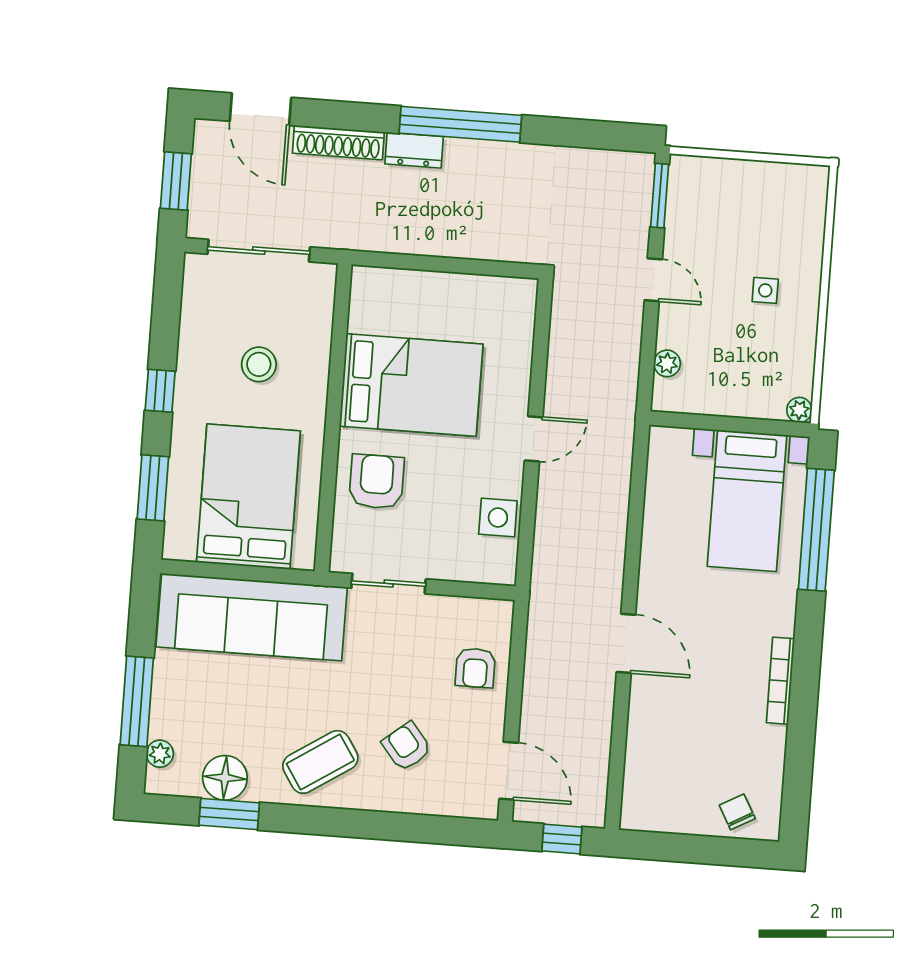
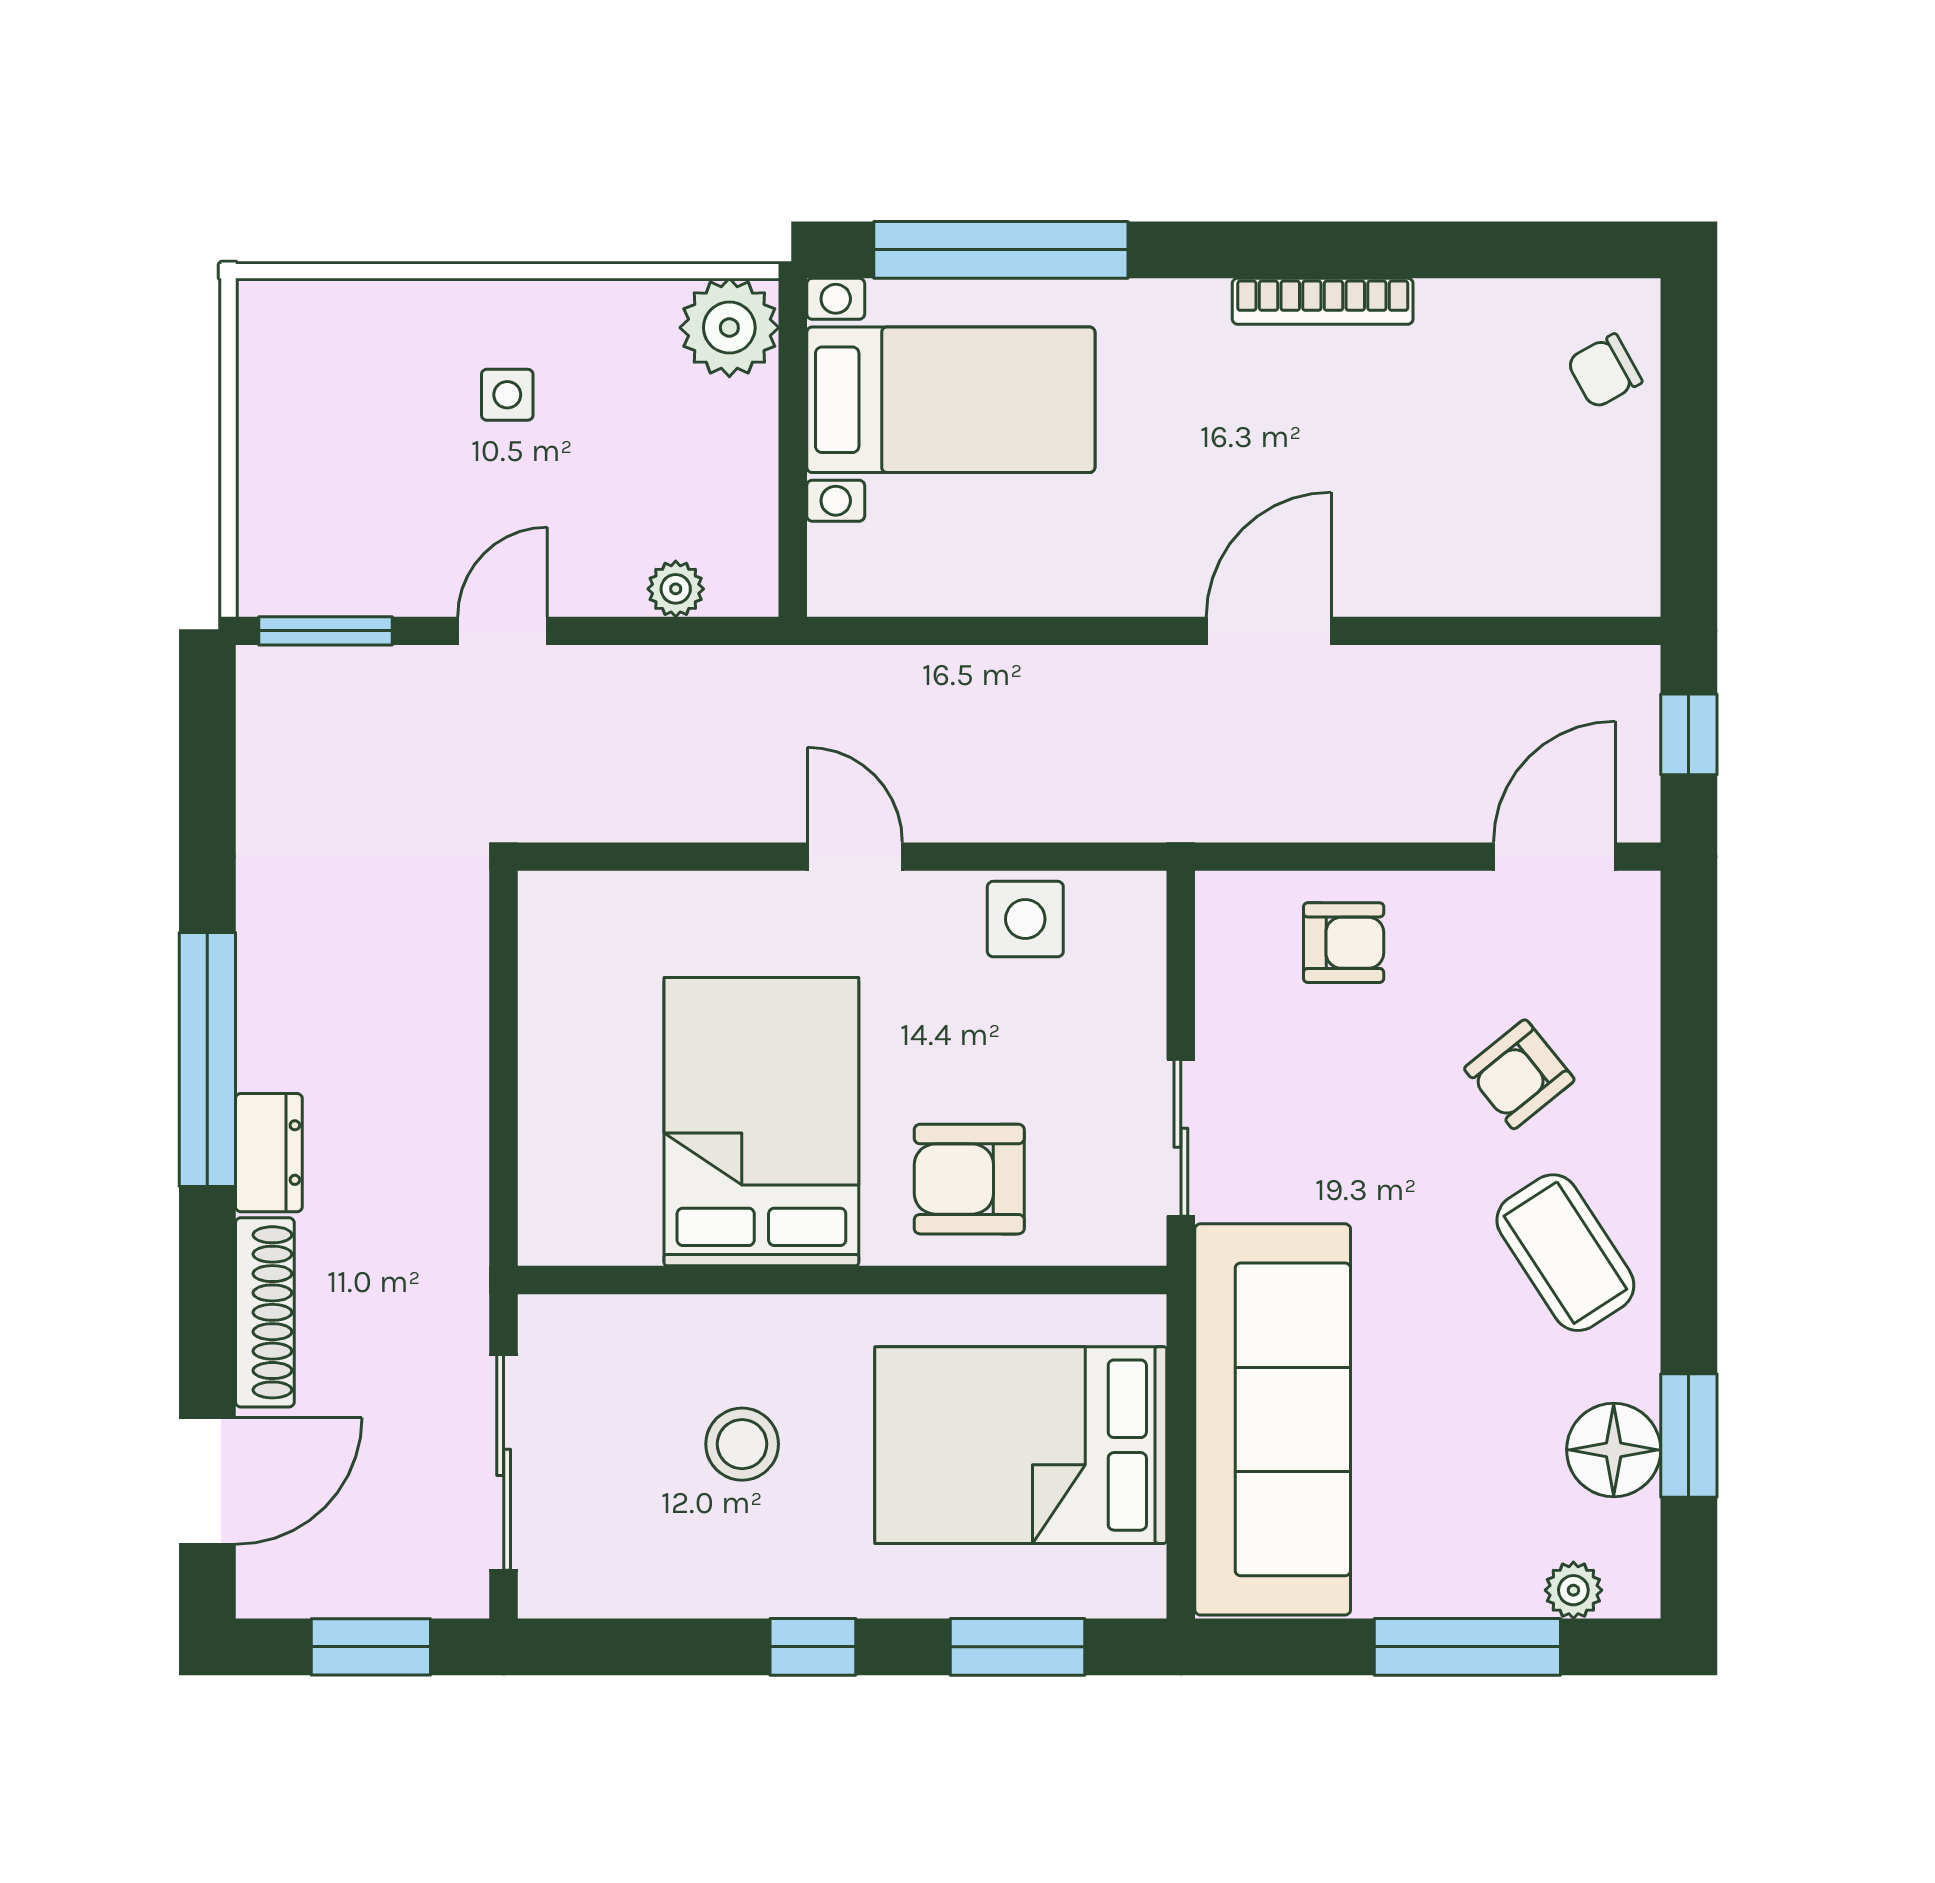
plant: (799, 410) -> (729, 328), width x1.87, depth x1.87

